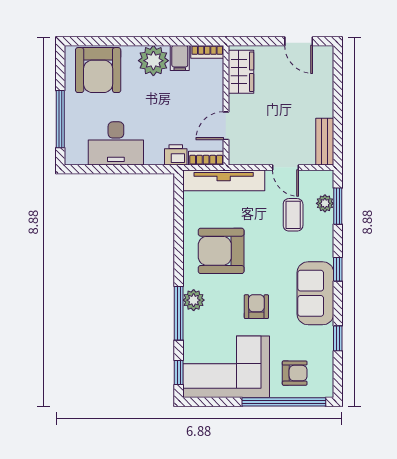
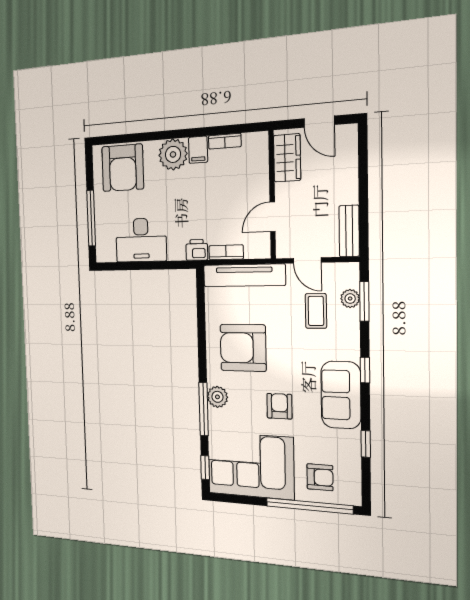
wardrobe: (241, 72) -> (287, 158), moved
wall: (226, 105) -> (272, 195), moved
door: (226, 126) -> (273, 217), moved

